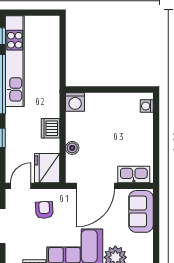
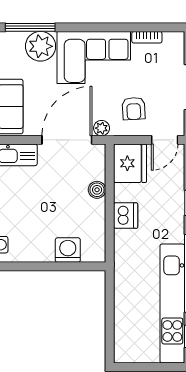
washing machine: (75, 102) -> (68, 250), moved
plant: (69, 195) -> (102, 128), added

